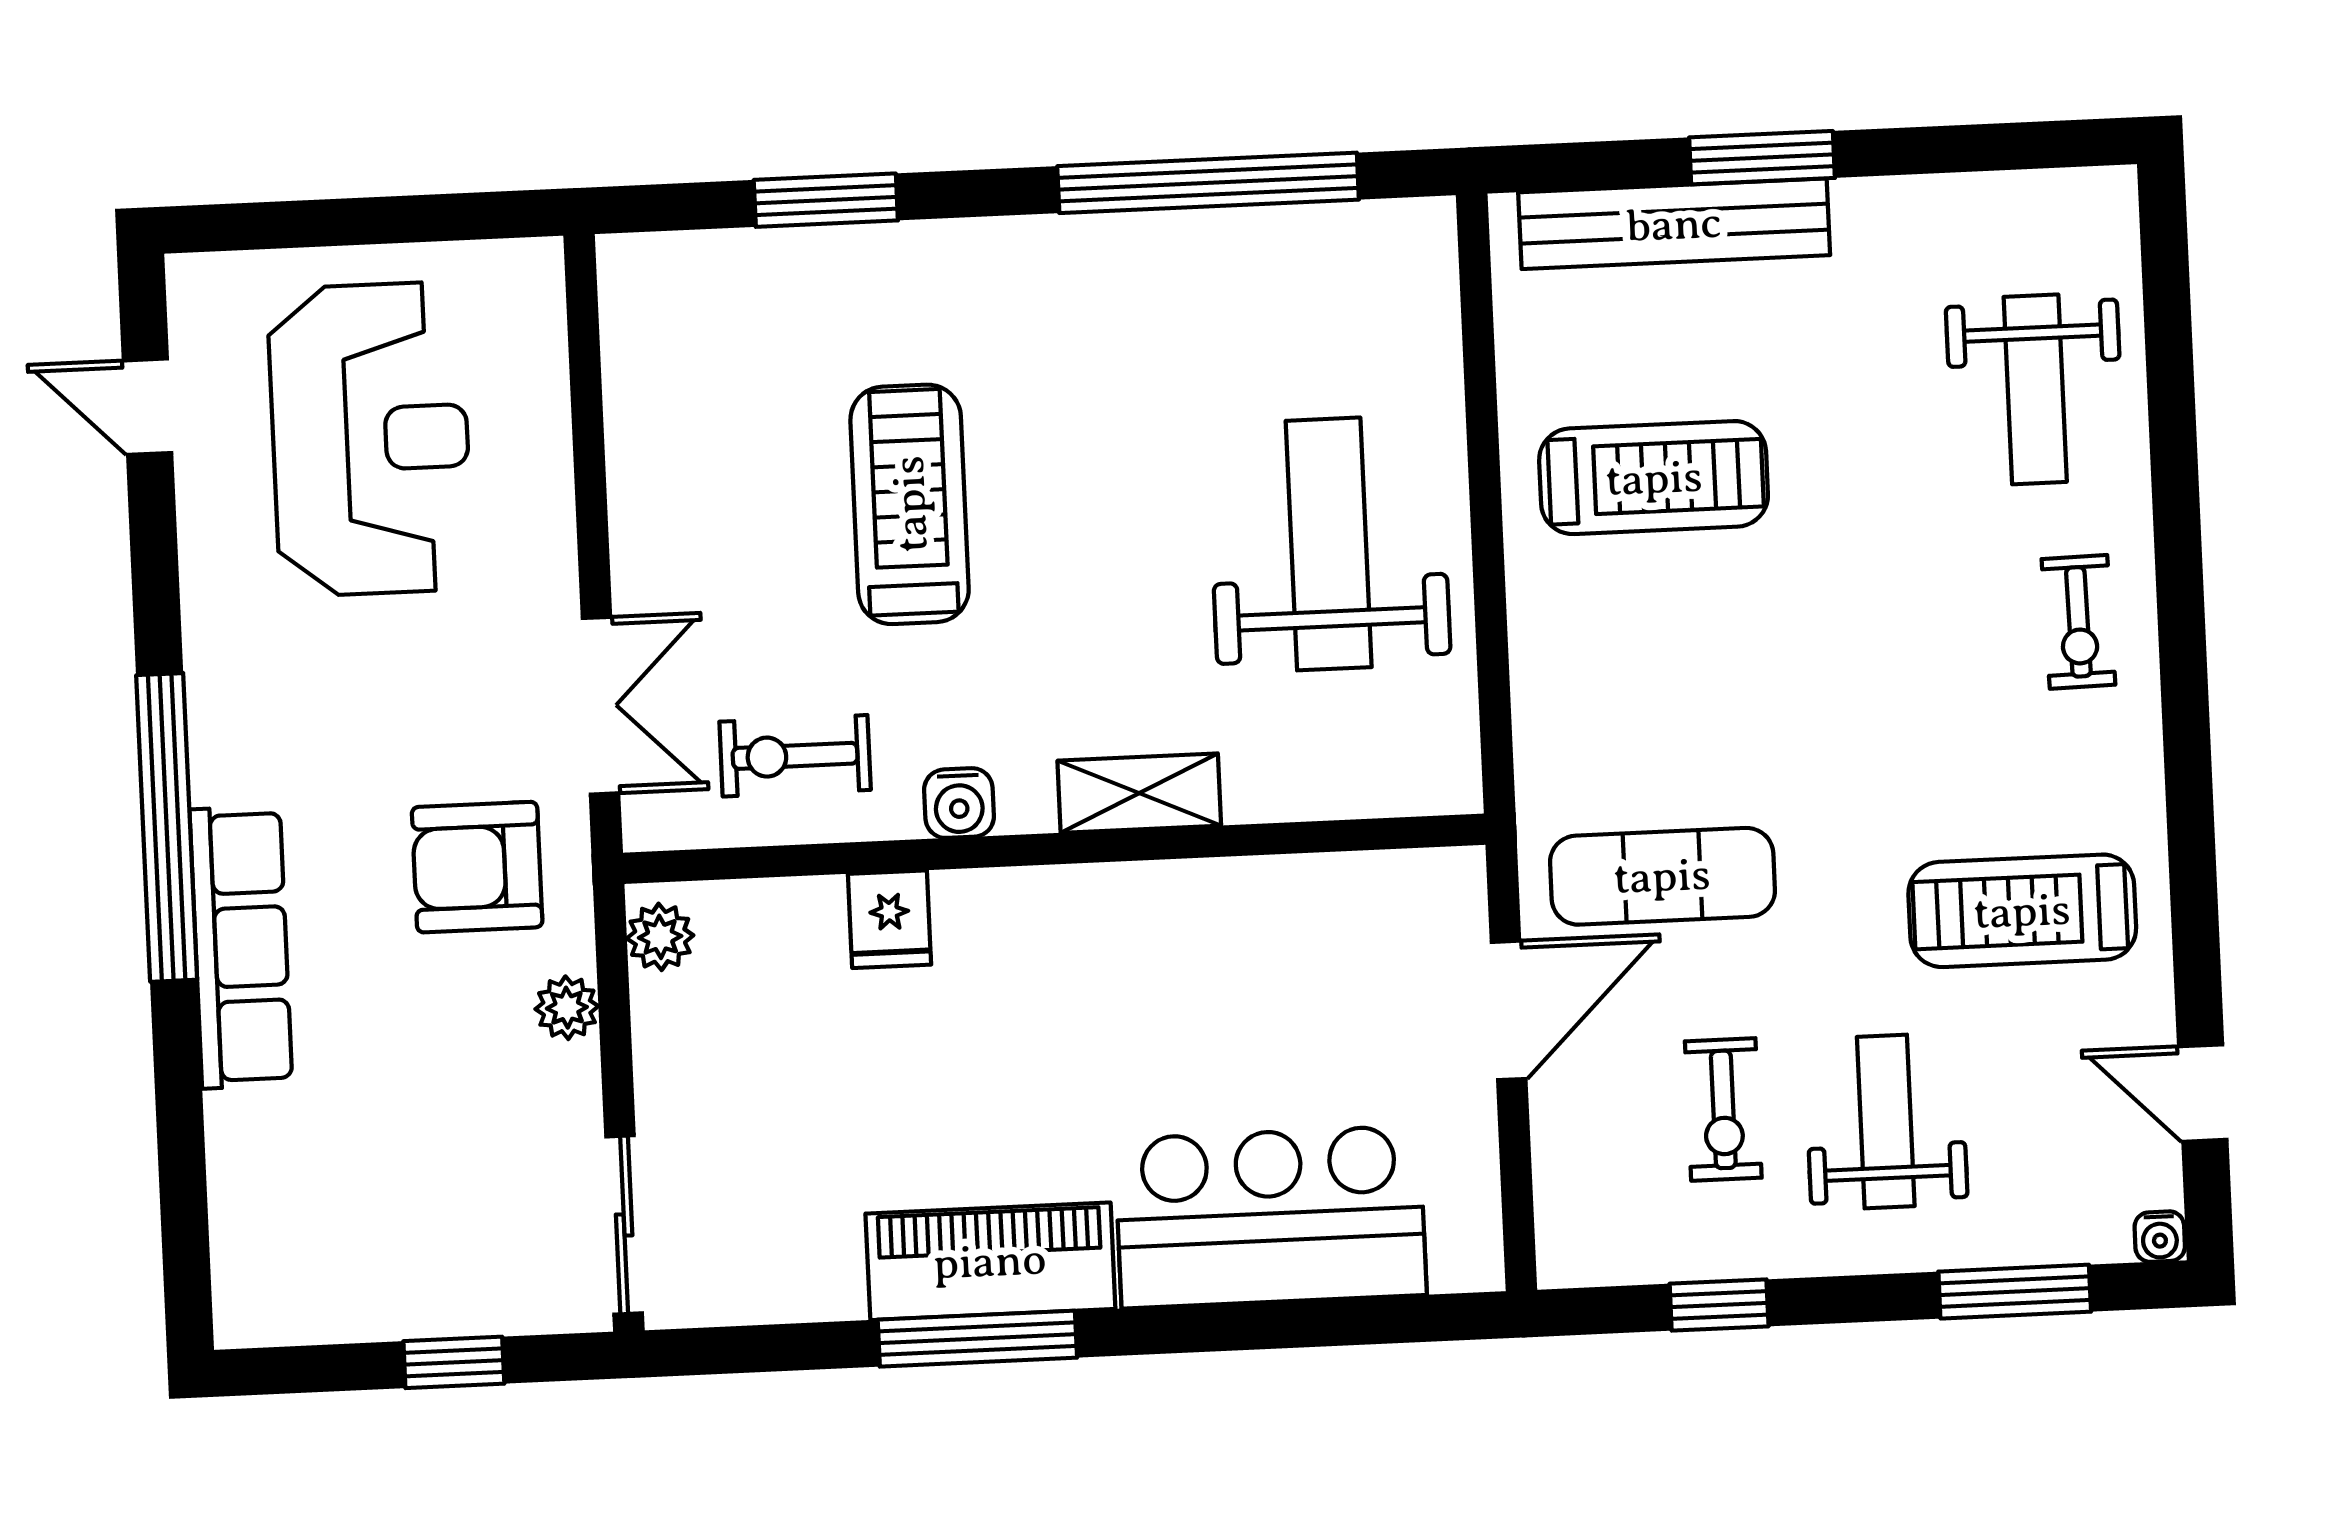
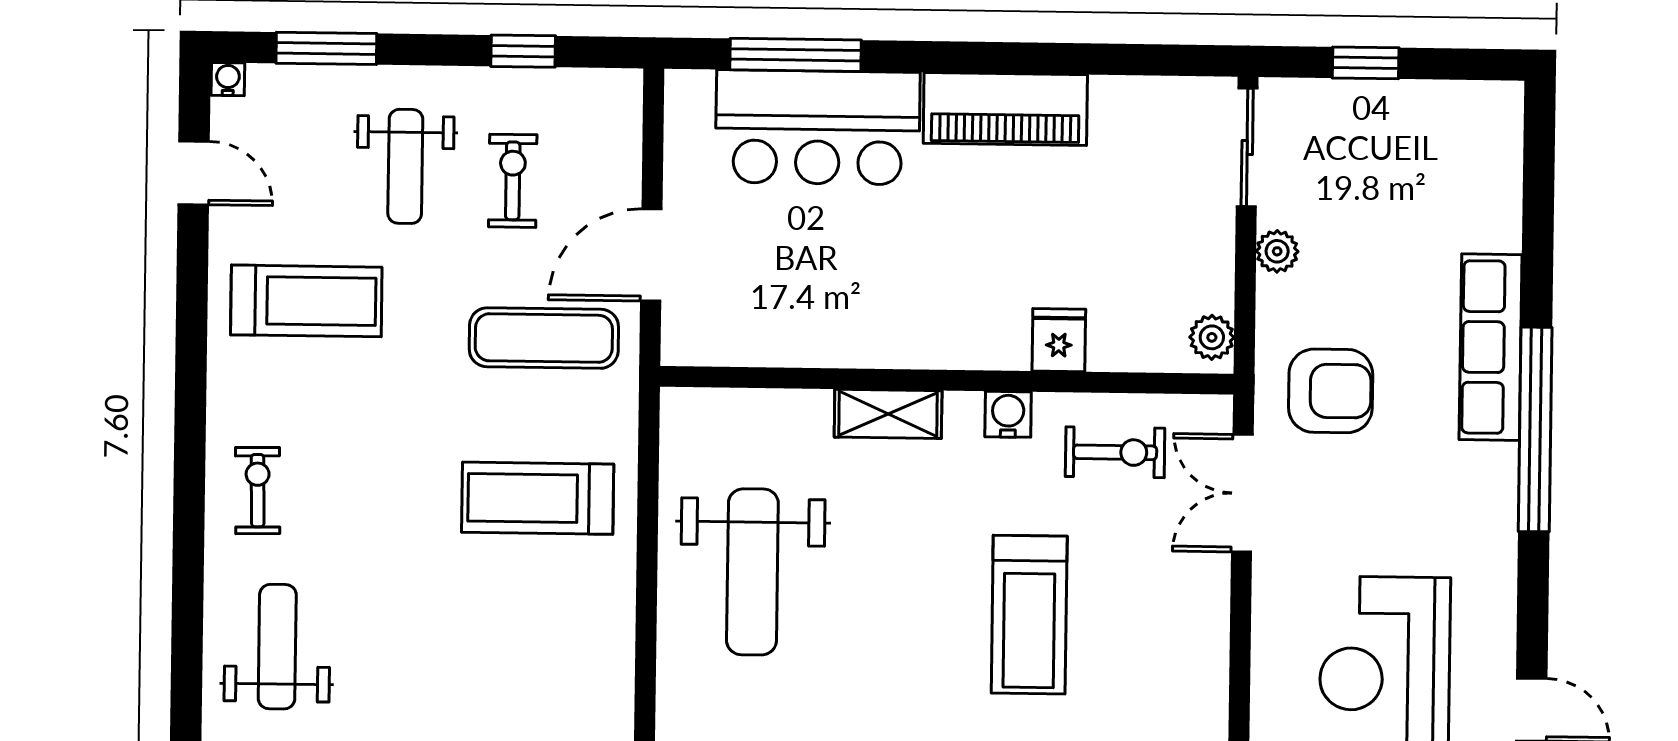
treadmill: (1654, 478) -> (538, 498), moved
plant: (567, 1008) -> (1277, 251), moved
window: (977, 1339) -> (796, 55), moved

